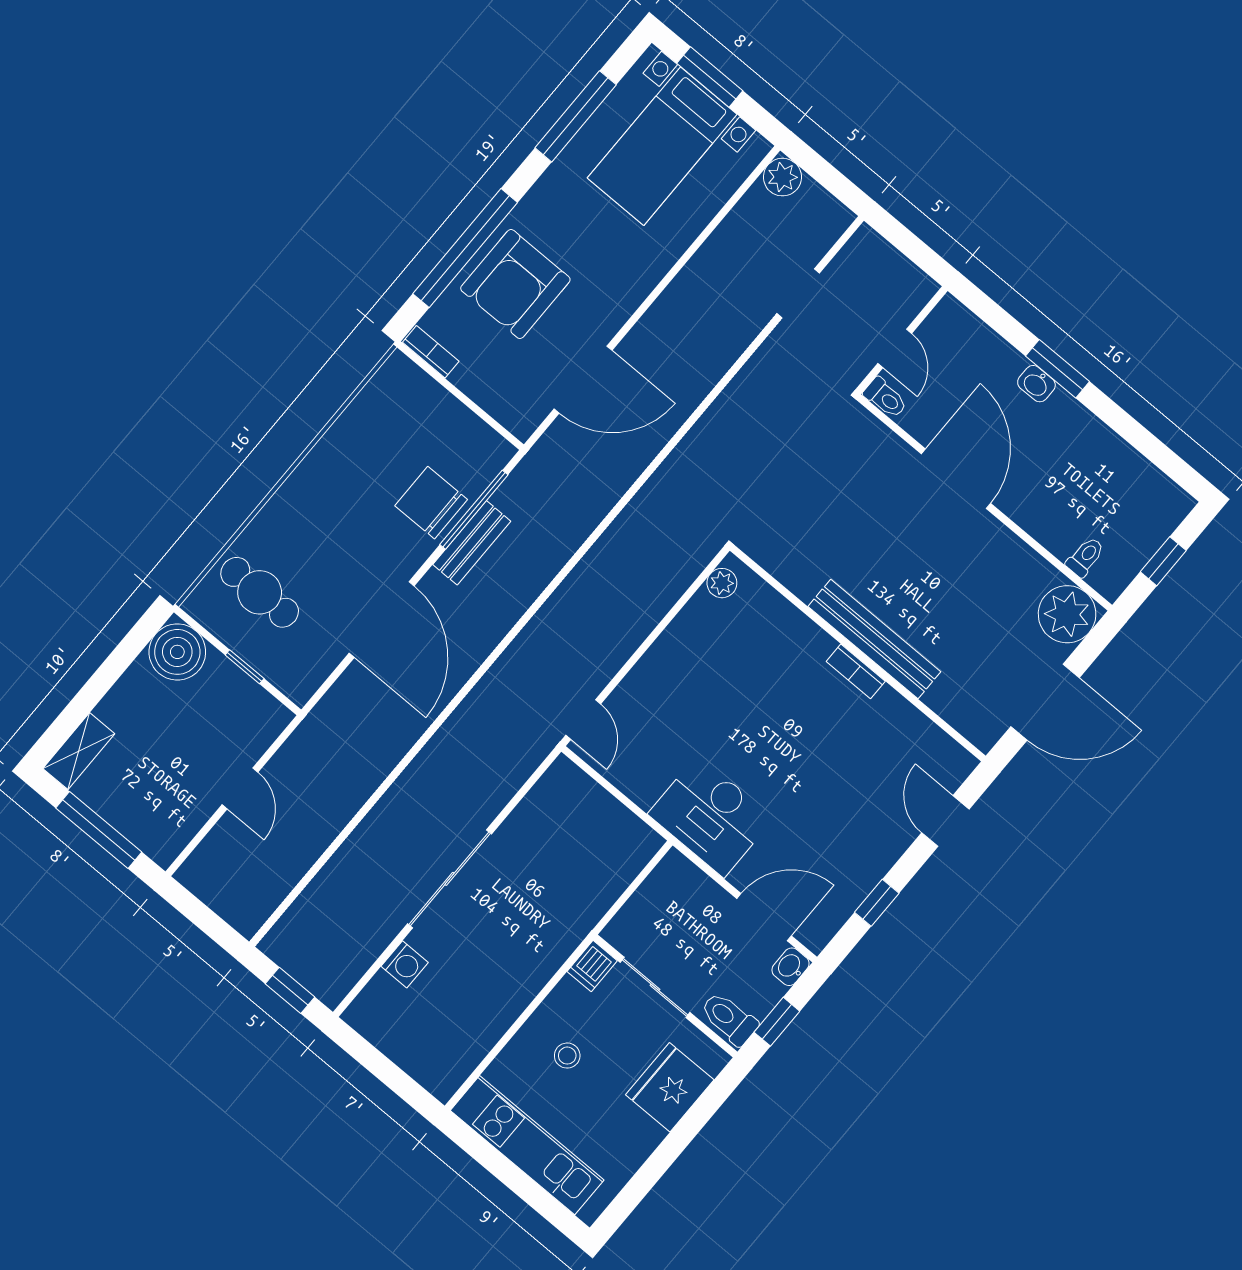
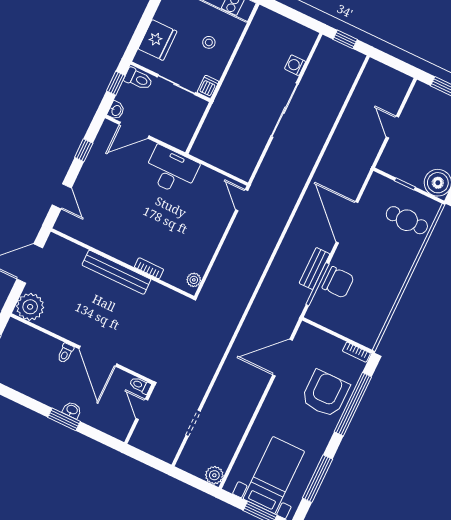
toilet: (1085, 557) -> (65, 353), moved
bookcase: (856, 671) -> (149, 268), moved

